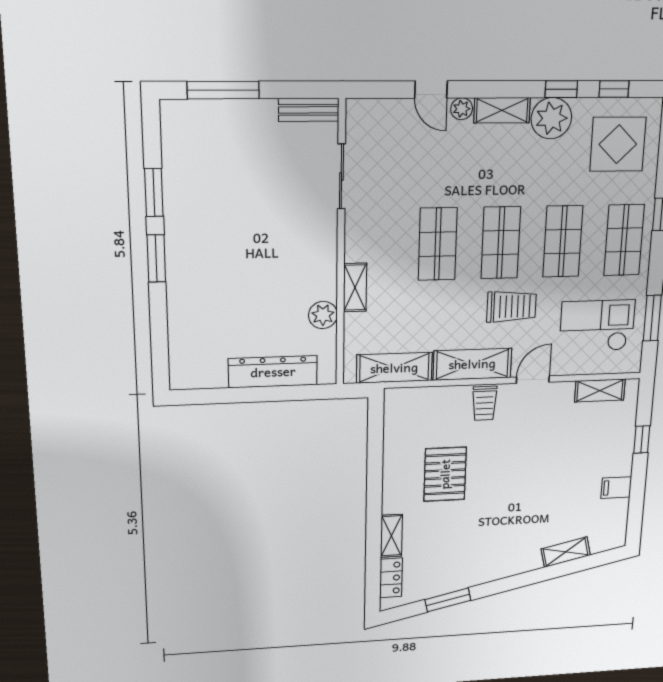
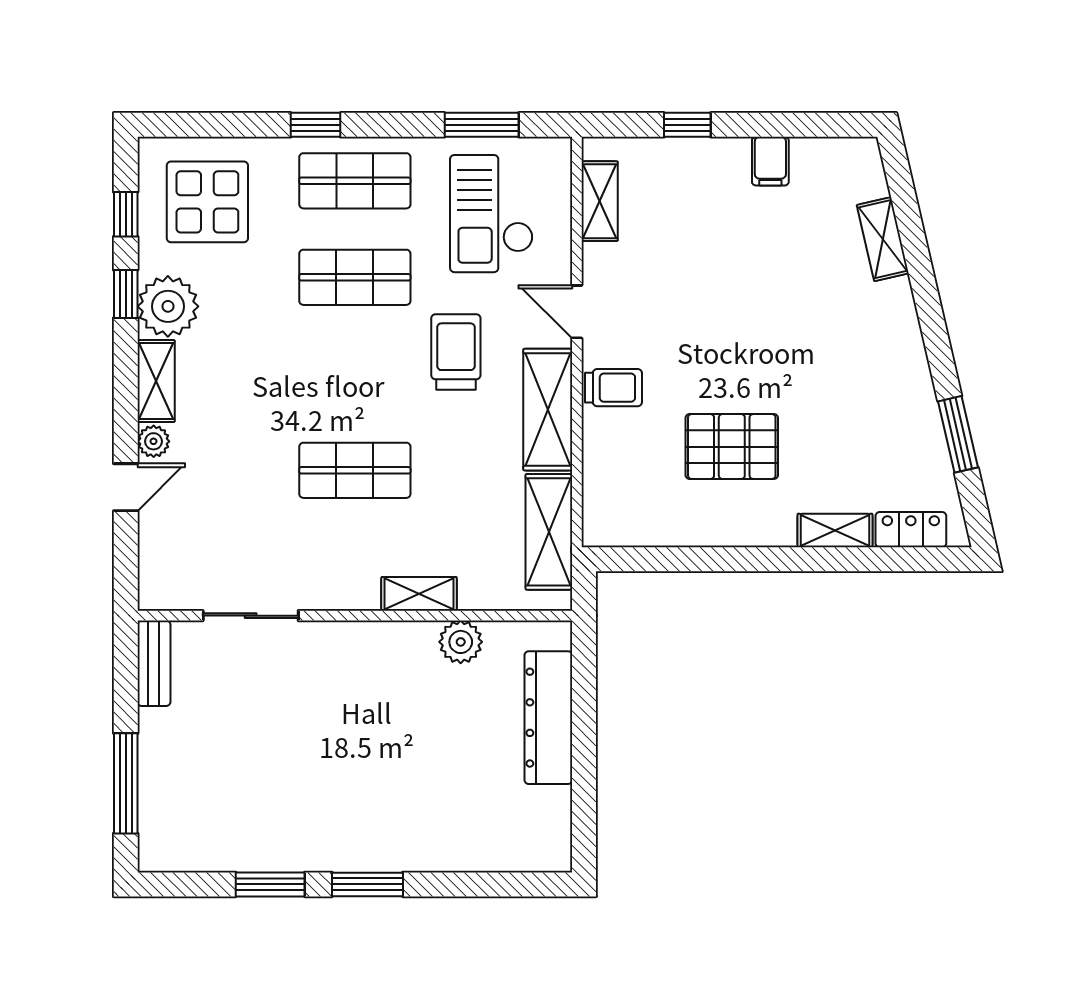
shop shelf: (501, 243) -> (355, 374), removed

